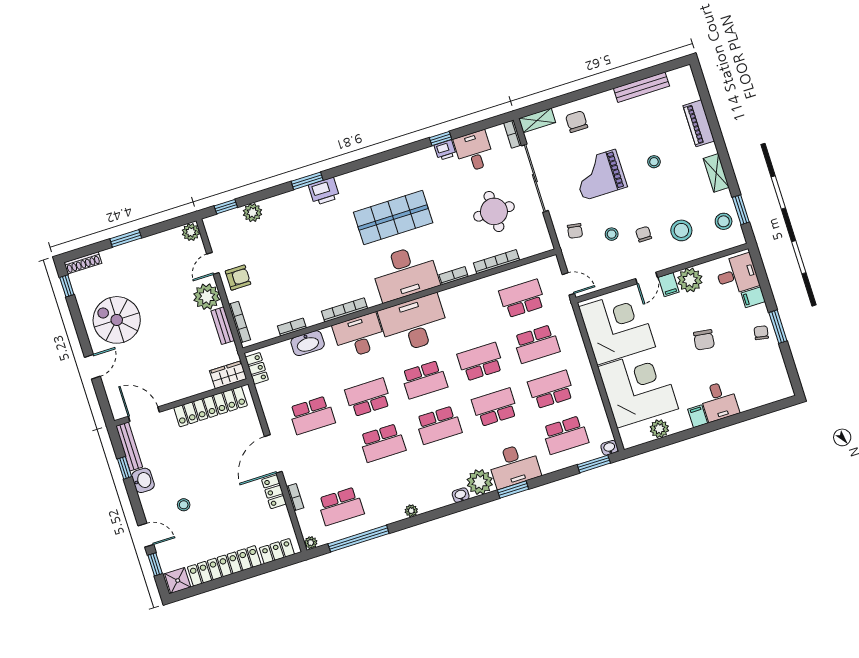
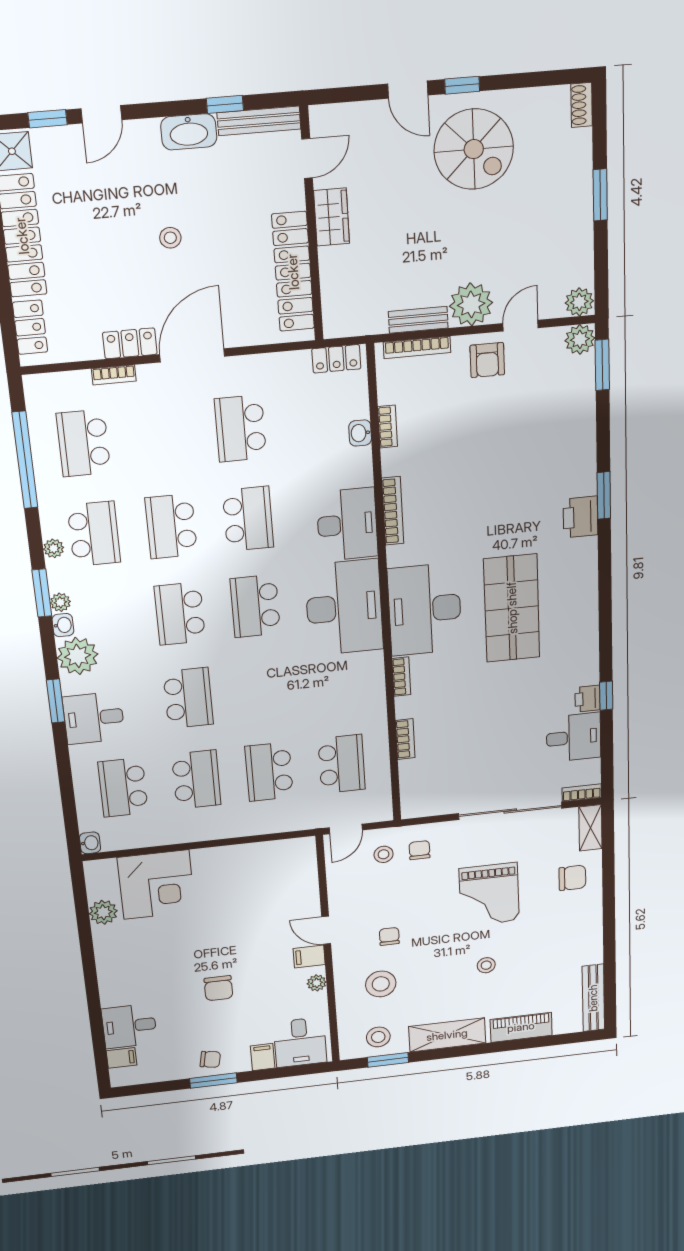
bench: (641, 87) -> (593, 998), moved
shelving: (716, 173) -> (447, 1035), width x1.50, depth x1.33
grand piano: (600, 175) -> (489, 895), turned 180
window: (226, 207) -> (602, 365), width x1.50
round table: (494, 211) -> (479, 749), removed
plant: (252, 213) -> (580, 339), moved
chair: (575, 231) -> (419, 850), turned 81
stool: (612, 234) -> (384, 854), moved
chair: (644, 234) -> (389, 936), turned -90
bookcase: (497, 262) -> (405, 739), width x0.64
shoe rack: (83, 263) -> (582, 105), width x0.70
door: (213, 263) -> (521, 326), hinge flipped
plant: (690, 280) -> (317, 983), width x0.53, depth x0.53
window: (67, 286) -> (462, 85), moved
spiral stairs: (117, 320) -> (474, 149), turned 90
corner desk: (617, 327) -> (266, 882), removed
chair: (704, 340) -> (218, 988), turned -98
washbasin: (308, 343) -> (360, 433), width x0.52, depth x0.69
school desk: (480, 362) -> (94, 534), moved
wardrobe: (228, 375) -> (332, 217), moved
corner desk: (638, 388) -> (156, 885), width x0.74, depth x0.74
desk: (719, 401) -> (129, 1026), moved
door: (144, 414) -> (307, 159), width x0.73
filing cabinet: (698, 416) -> (122, 1058), moved
door: (273, 454) -> (192, 355), hinge flipped
window: (594, 464) -> (42, 593), moved
desk: (514, 465) -> (94, 718), width x0.73
washbasin: (143, 480) -> (189, 132), width x1.38
stool: (184, 505) -> (170, 238), moved
plant: (311, 543) -> (60, 602), moved

